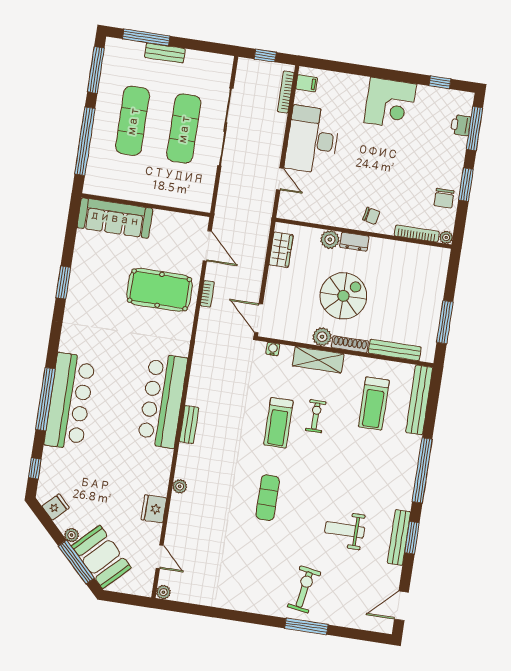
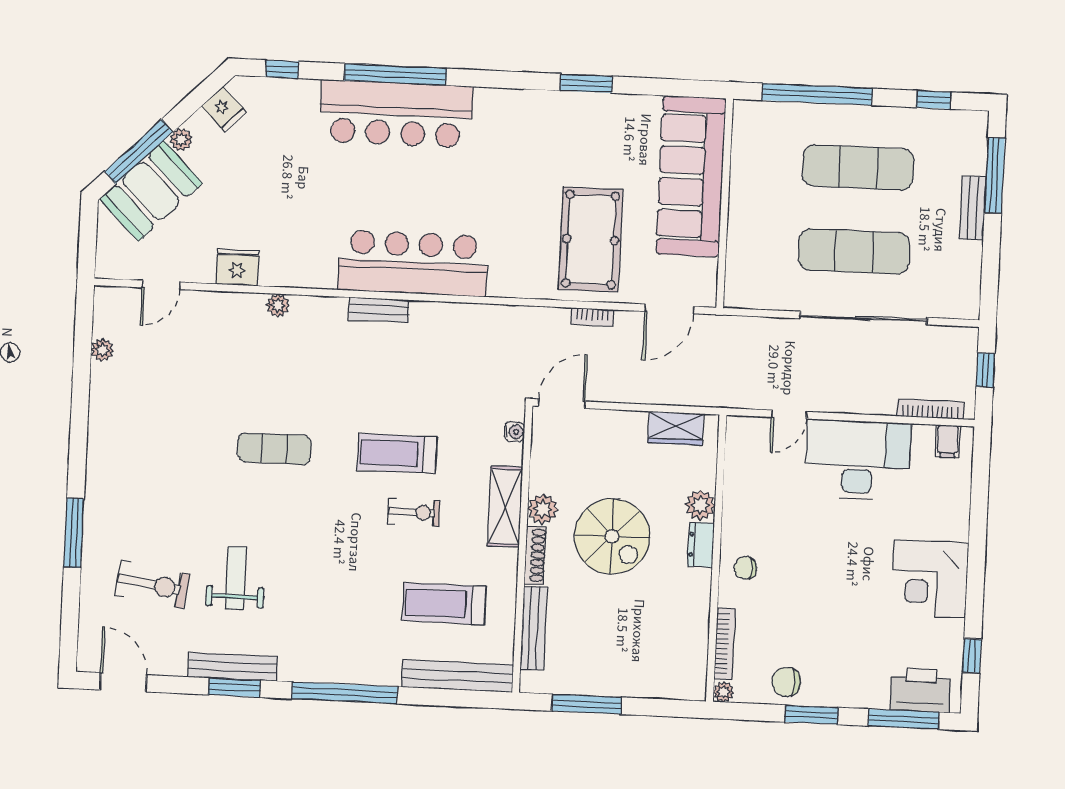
window: (96, 70) -> (934, 100), width x0.46
printer: (461, 125) -> (921, 690), width x1.87, depth x1.48
chair: (371, 216) -> (746, 568), turned 78
sofa: (115, 218) -> (691, 176), width x1.36, depth x1.27
exercise bike: (304, 590) -> (152, 584), moved
plant: (163, 592) -> (102, 350), moved

